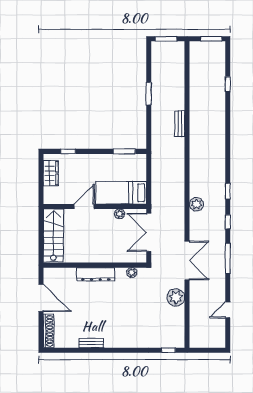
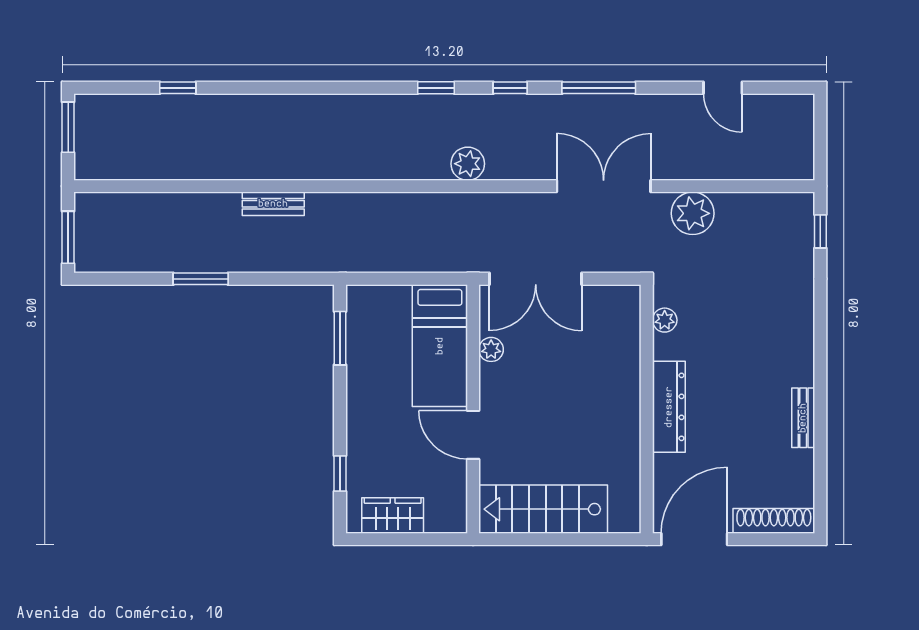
wall: (95, 265) -> (647, 409), moved
plant: (132, 273) -> (665, 320), moved
dresser: (96, 274) -> (669, 407), moved

